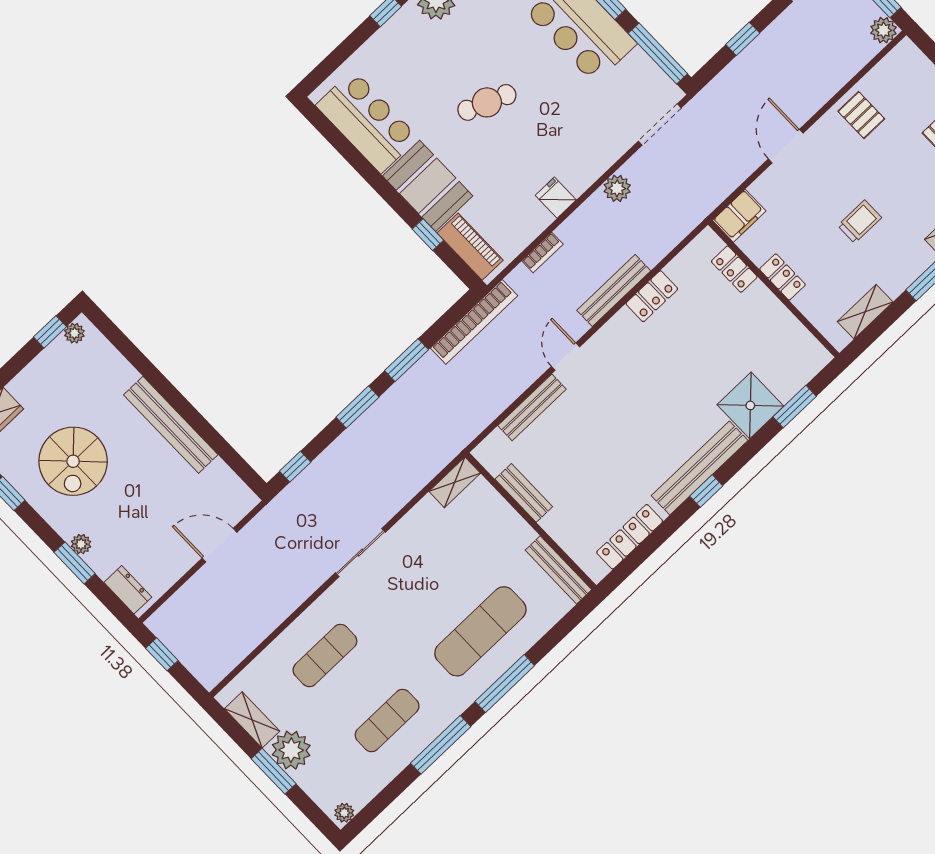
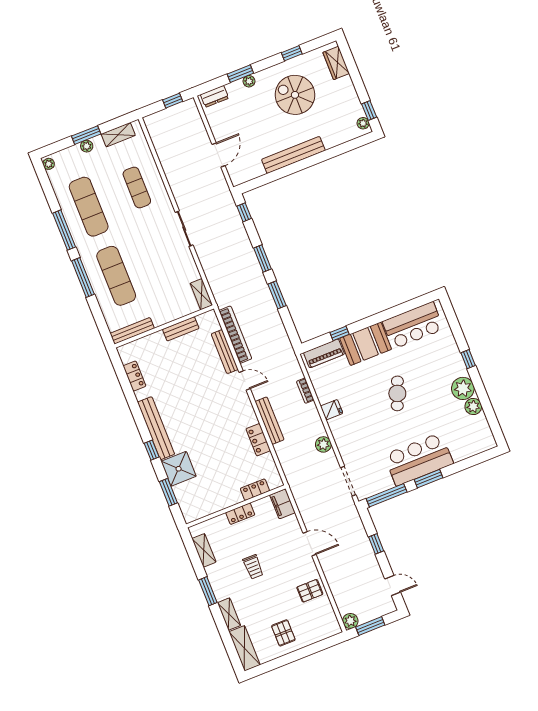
bookcase: (474, 322) -> (235, 335), moved, turned 180
window: (706, 491) -> (152, 450), moved
locker: (630, 537) -> (134, 376), width x0.66
exercise mat: (387, 721) -> (89, 207), width x1.36, depth x1.45
plant: (291, 750) -> (87, 146), width x0.53, depth x0.53

